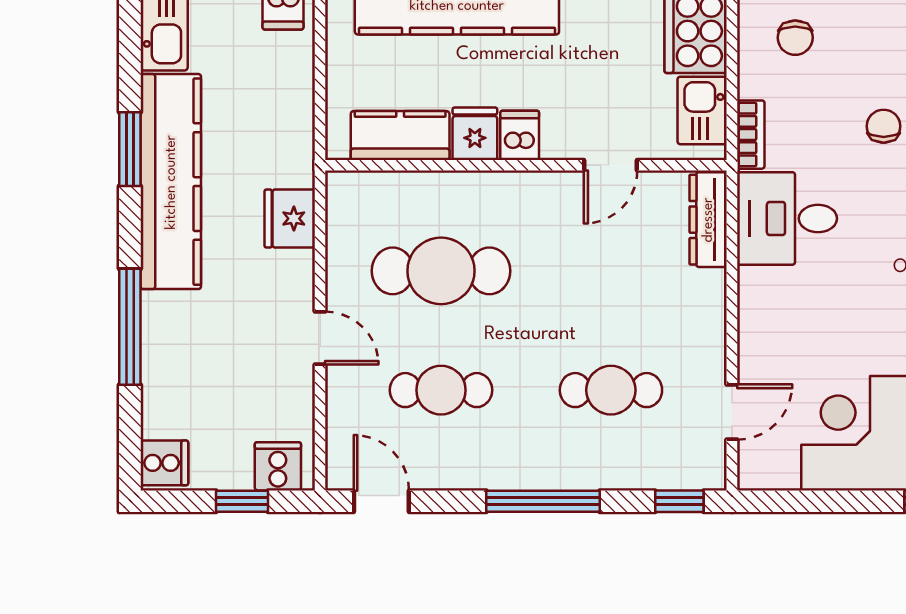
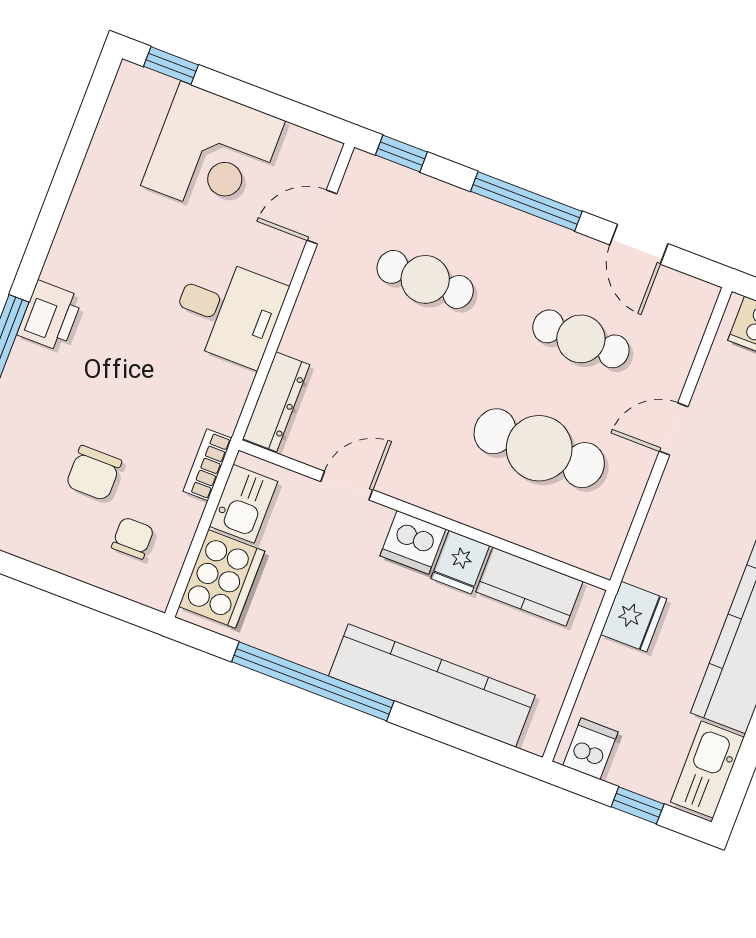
chair: (884, 126) -> (94, 473), moved, width x1.37, depth x1.37
dishwasher: (520, 135) -> (413, 542), width x1.38
desk: (787, 218) -> (228, 311), moved
fridge: (290, 219) -> (634, 617), moved
door: (320, 338) -> (674, 429), hinge flipped
door: (381, 501) -> (639, 244), moved

